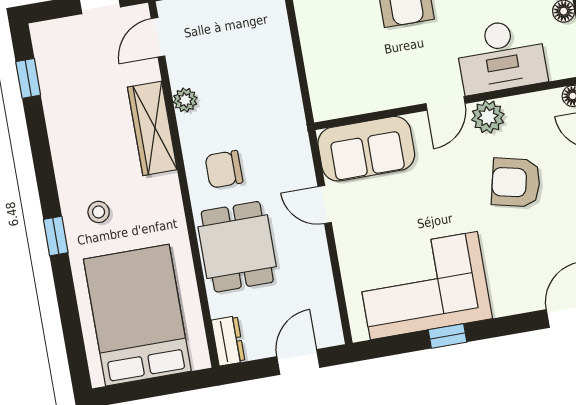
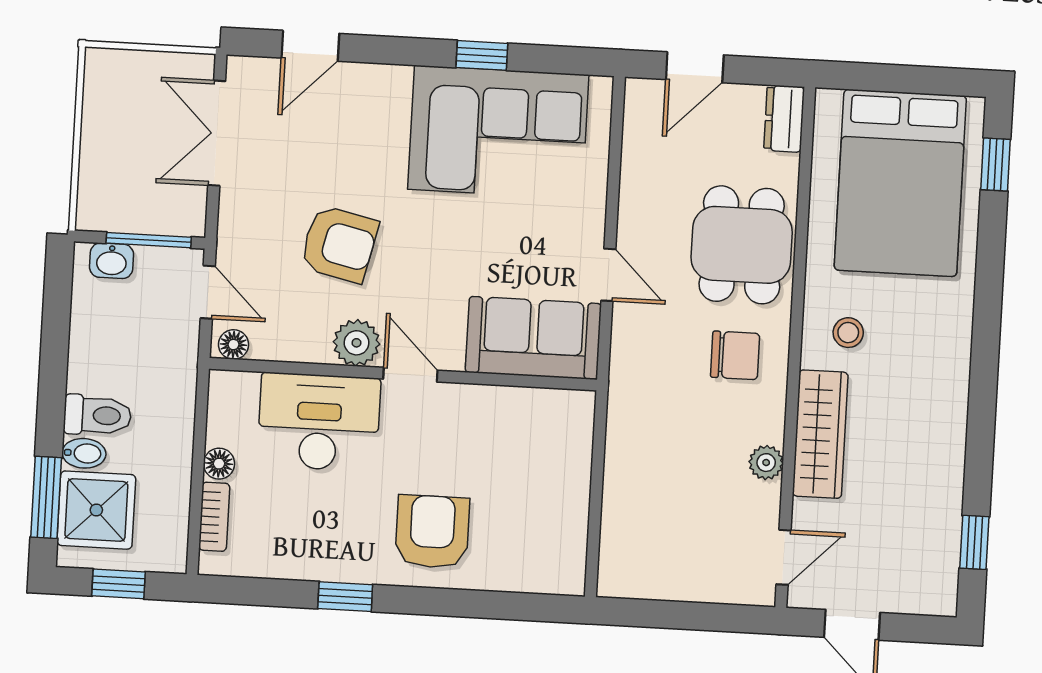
door: (446, 104) -> (410, 375), hinge flipped
stool: (99, 212) -> (848, 333), moved
window: (56, 236) -> (996, 164), moved

